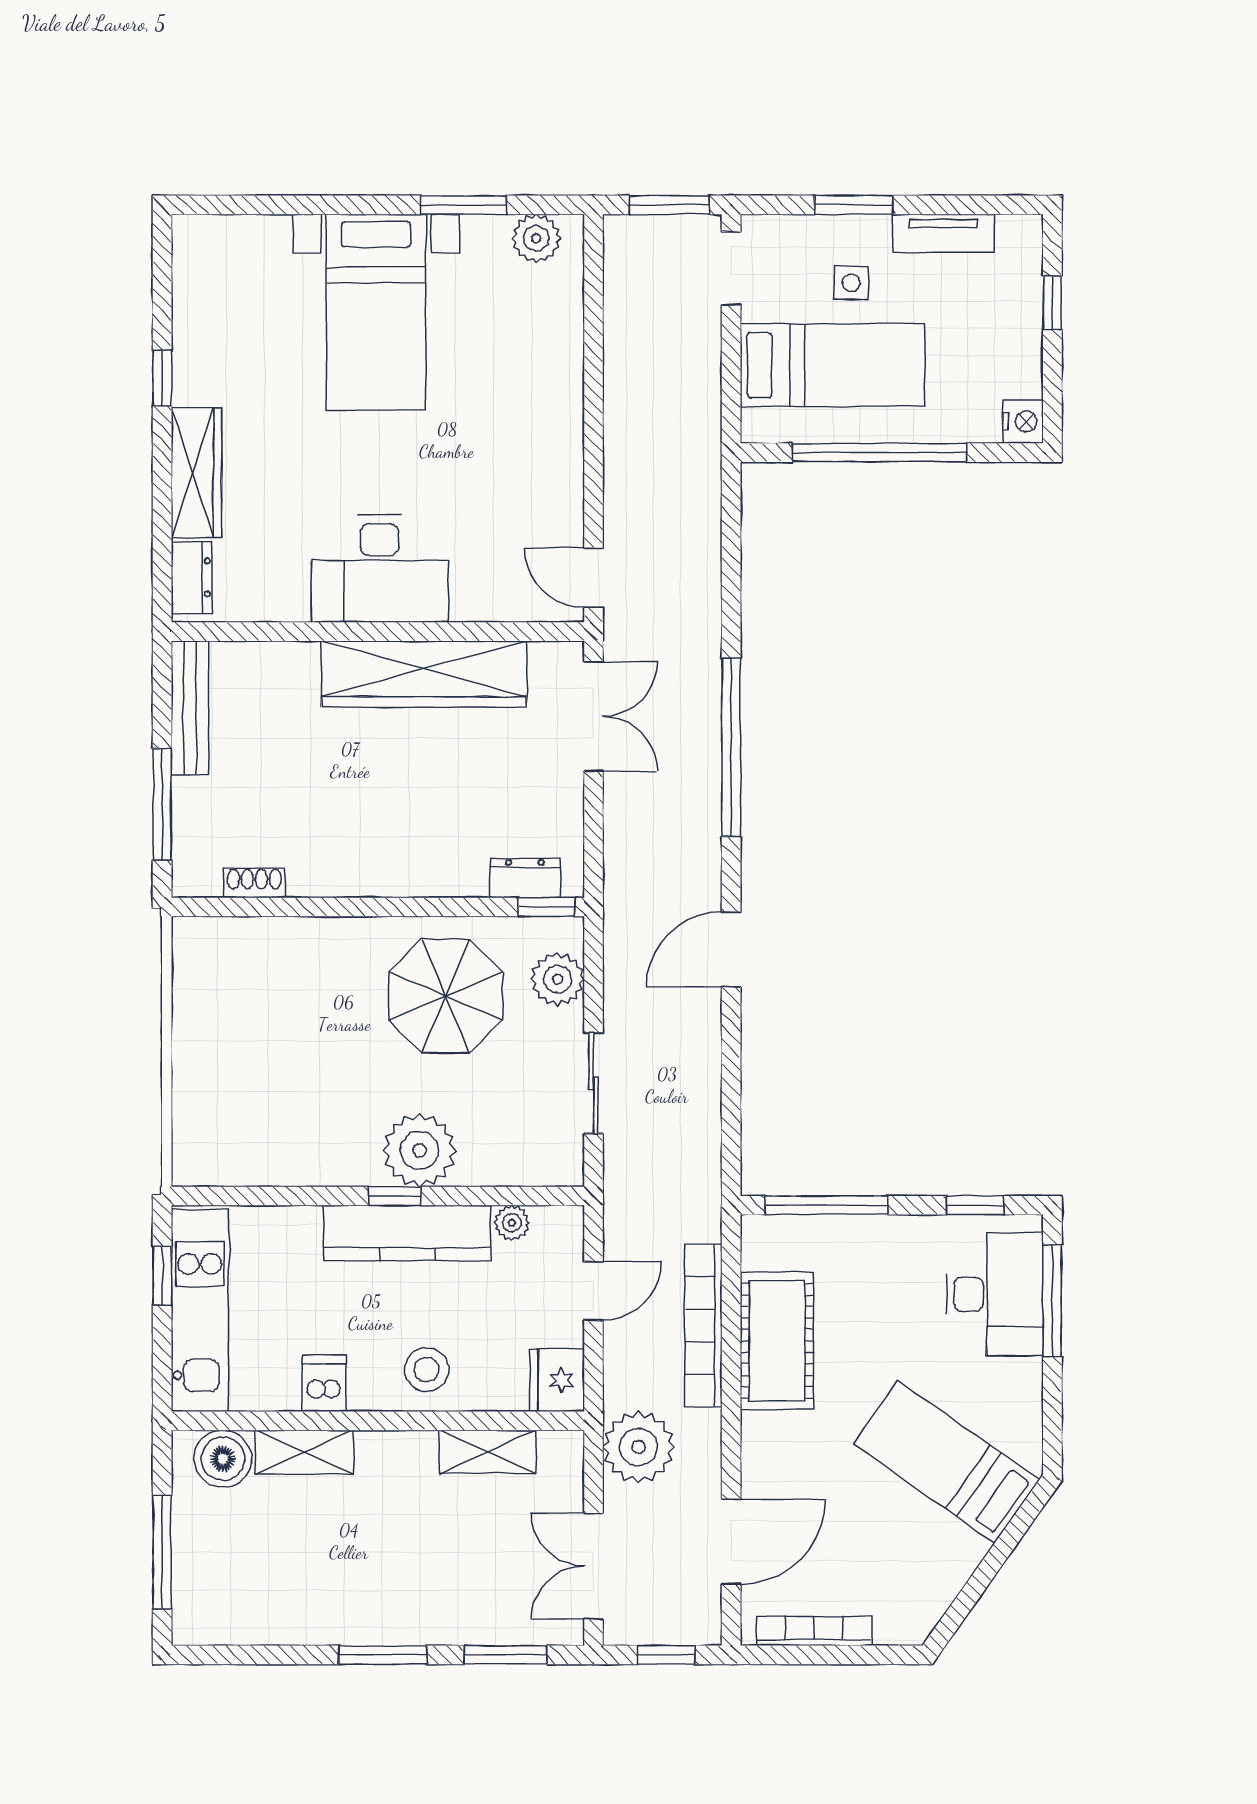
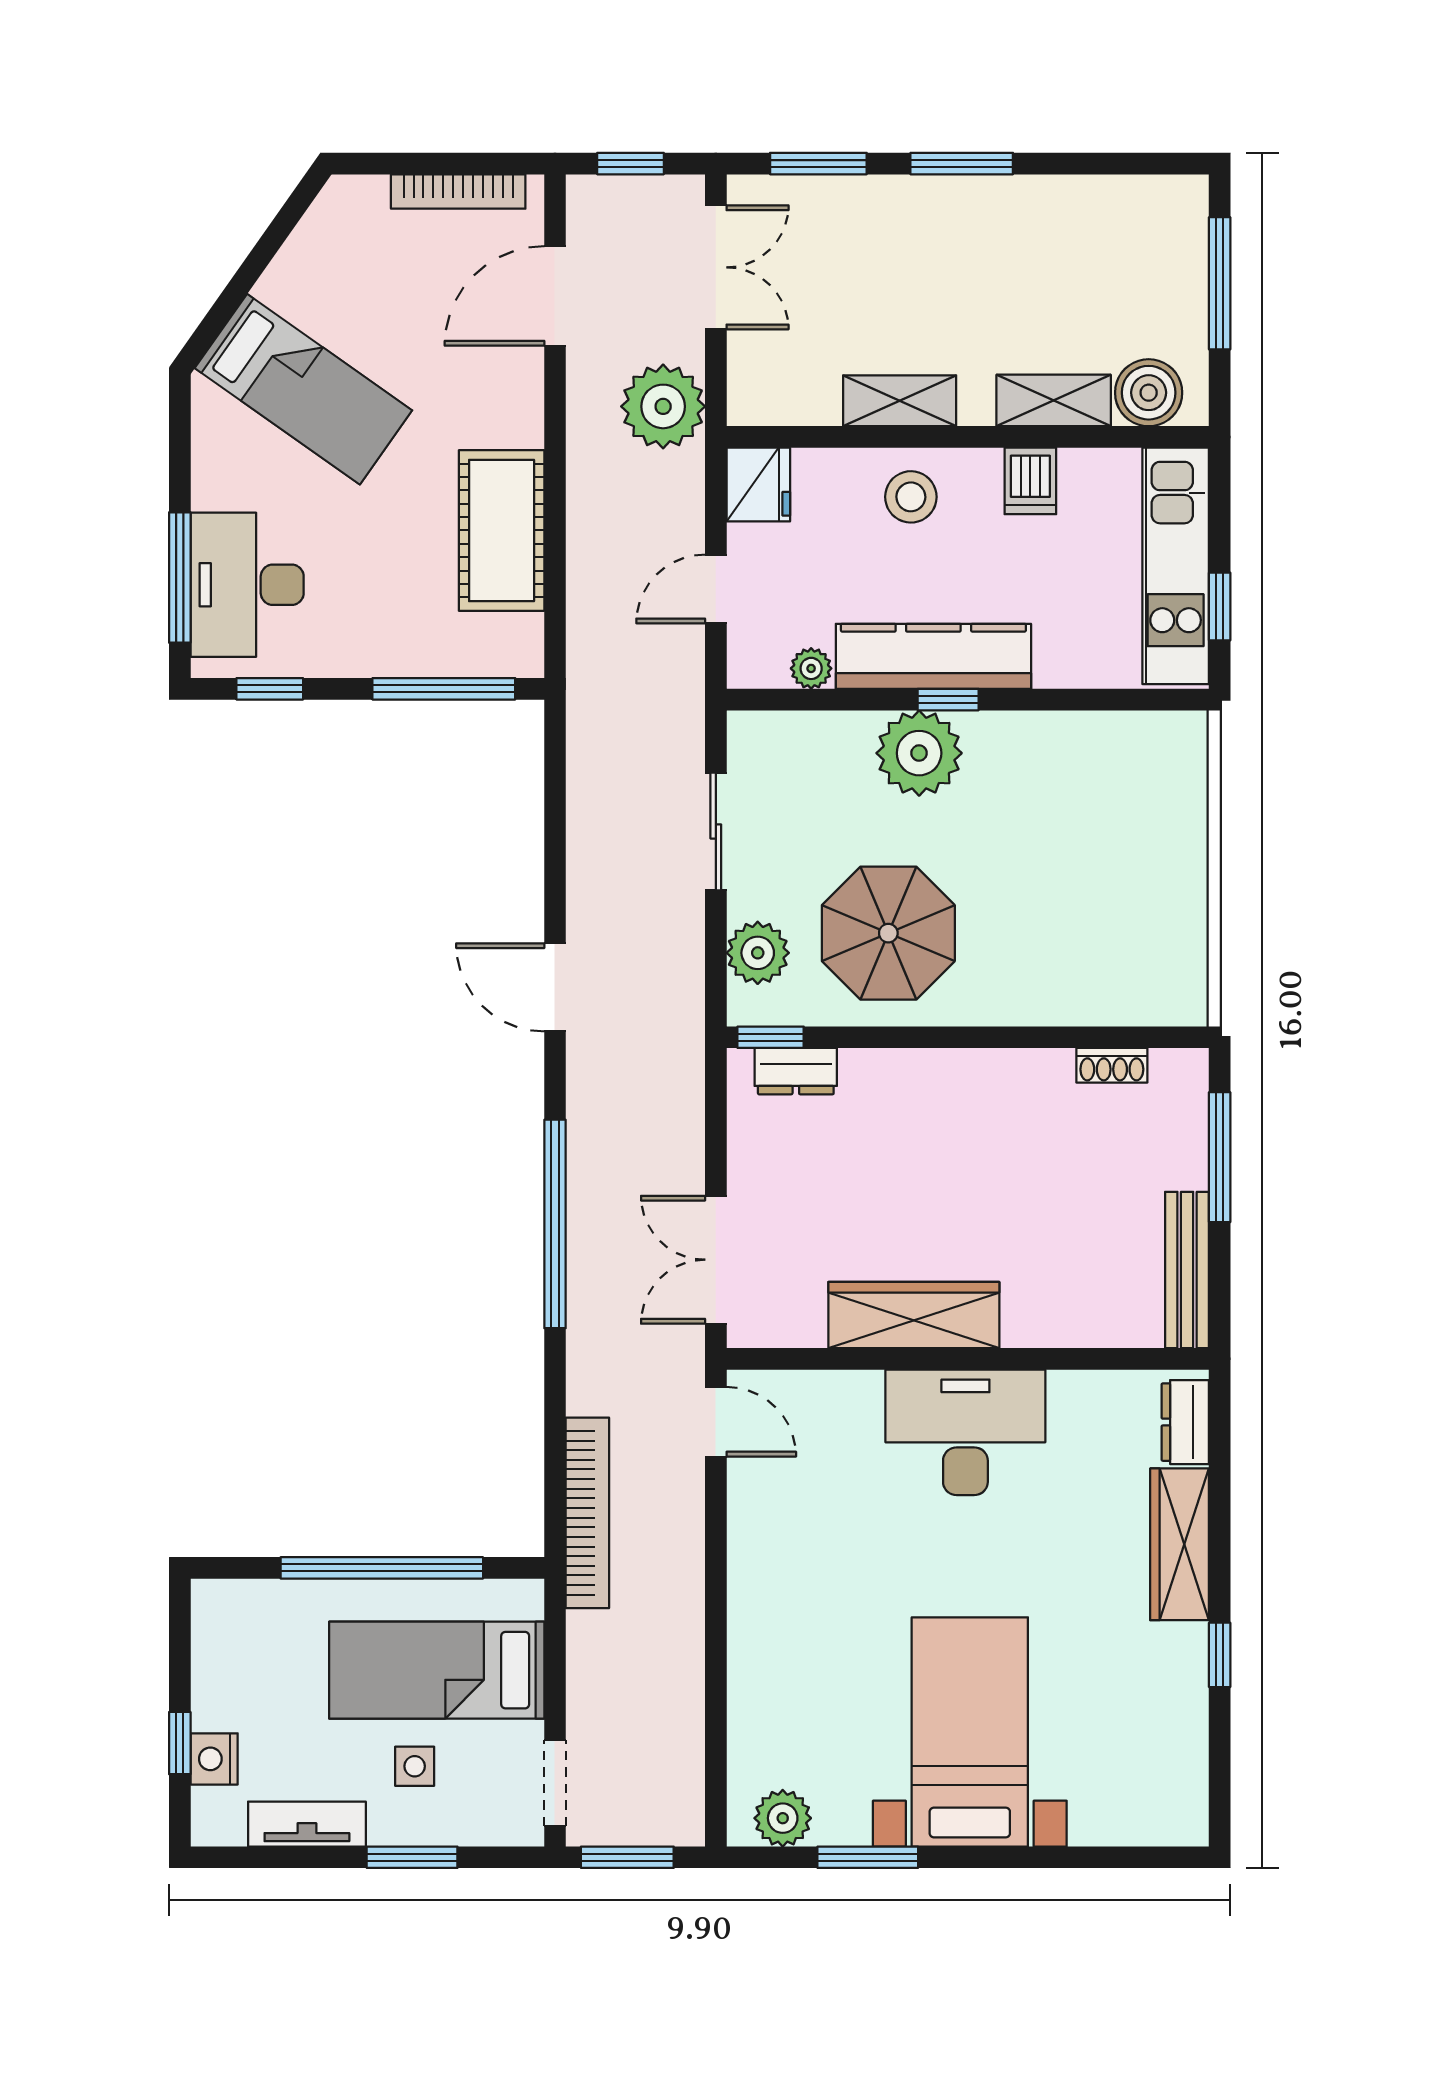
nightstand: (1023, 422) -> (214, 1759), moved
wardrobe: (424, 674) -> (914, 1315), width x0.71, depth x0.85
door: (731, 950) -> (555, 987), swing flipped
bookcase: (703, 1326) -> (587, 1513), moved
shelving: (487, 1452) -> (900, 401), moved

